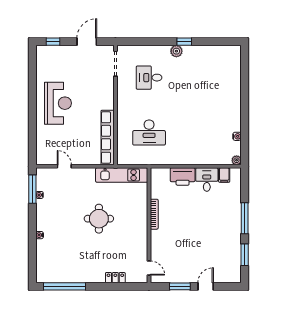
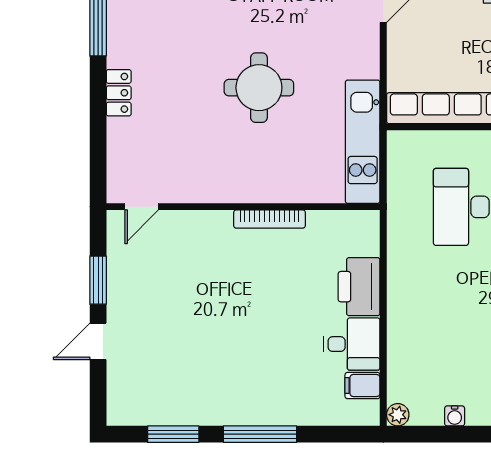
locker: (115, 278) -> (119, 93), moved
door: (206, 286) -> (98, 341), swing flipped

